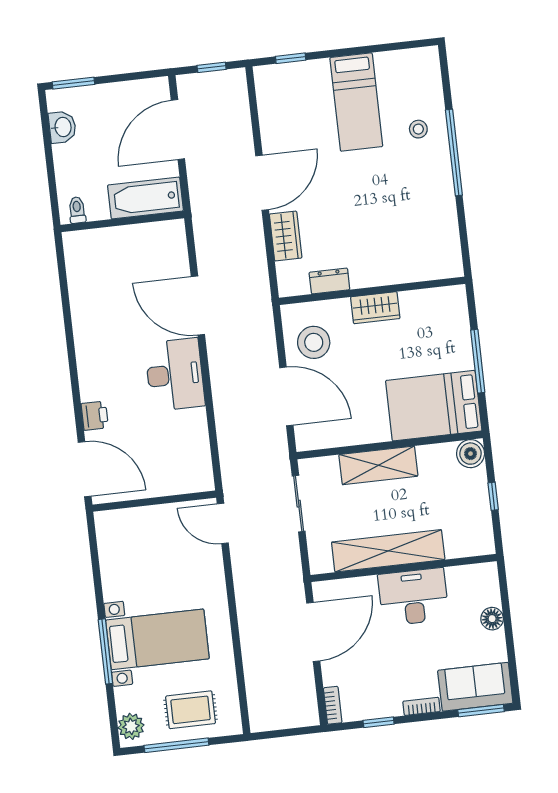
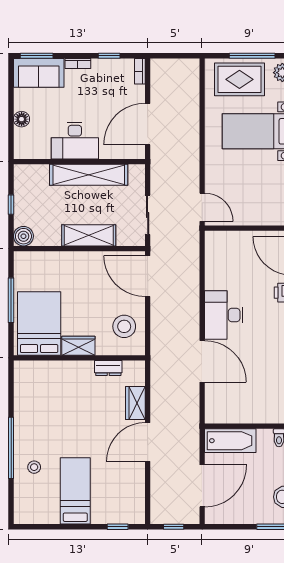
door: (286, 396) -> (148, 276), moved
bed: (434, 406) -> (39, 323), moved, turned -90
rug: (191, 710) -> (239, 79), width x1.36, depth x1.43

